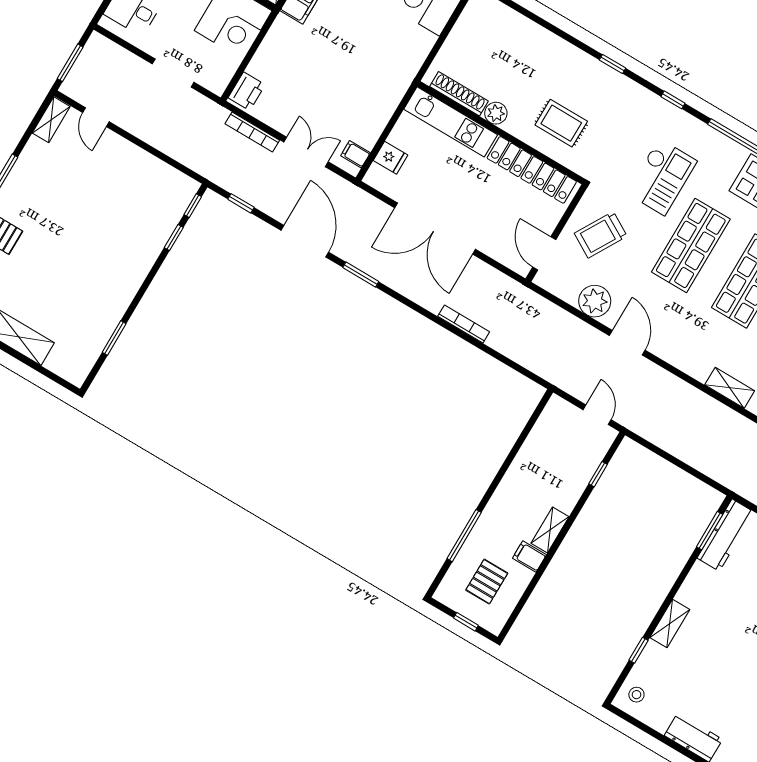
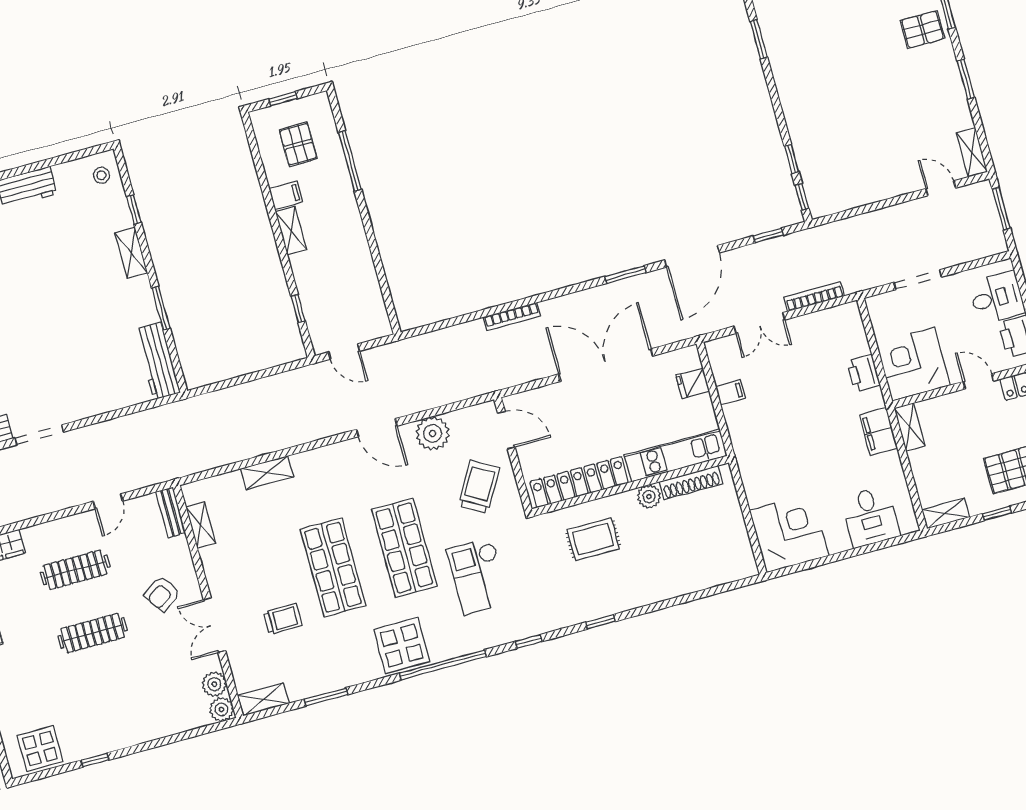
printer: (247, 91) -> (863, 373), moved
filing cabinet: (355, 154) -> (730, 392), moved
door: (305, 241) -> (692, 256), hinge flipped
window: (710, 531) -> (161, 308), moved

